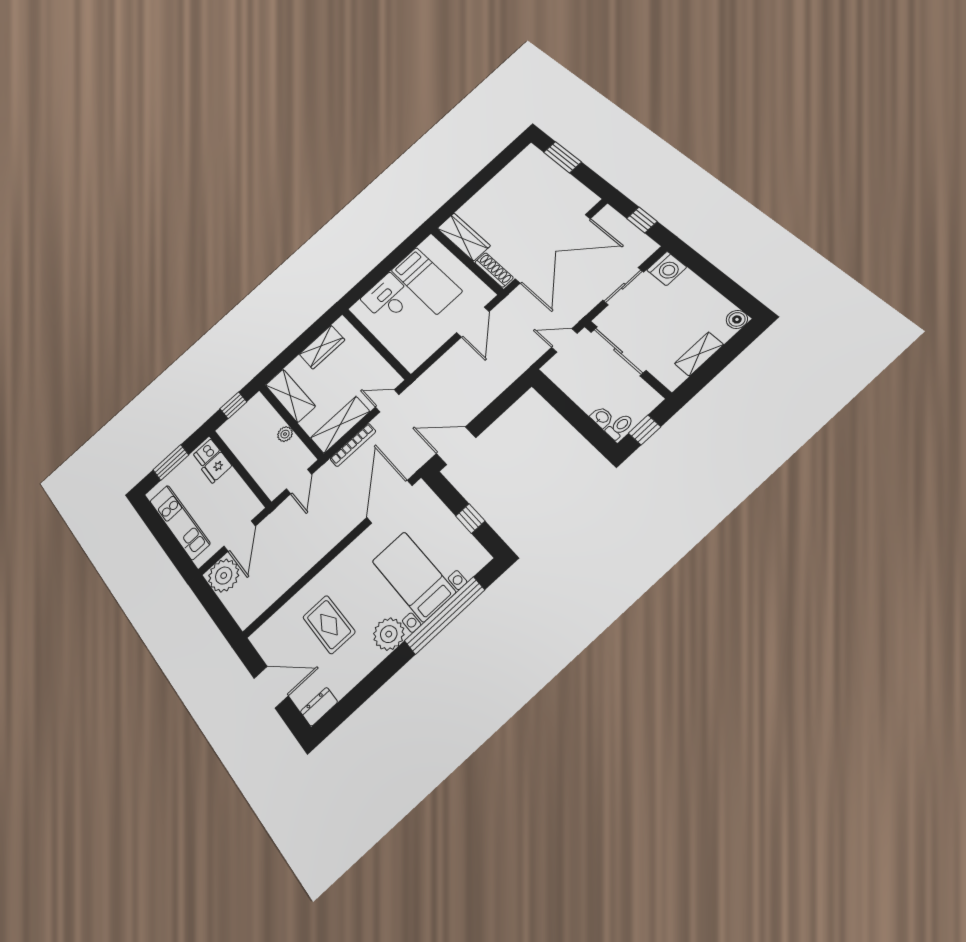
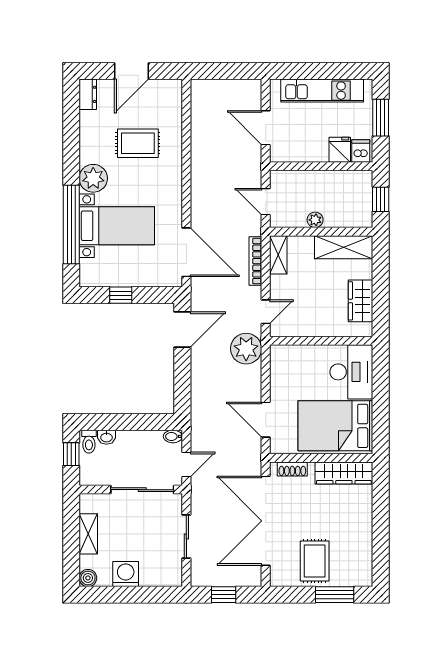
rug: (550, 192) -> (315, 561), added
washing machine: (667, 269) -> (126, 574), moved, turned 90
shoe rack: (494, 270) -> (292, 469), width x0.70
bed: (426, 281) -> (335, 426), width x1.50
desk: (387, 298) -> (351, 372), width x1.37
bidet: (551, 371) -> (173, 436), added
shelving: (340, 425) -> (278, 255), width x0.67, depth x0.75
plant: (224, 576) -> (246, 349), moved

